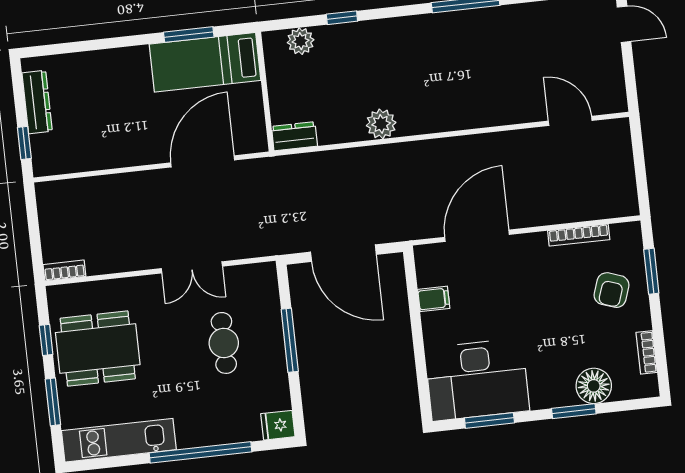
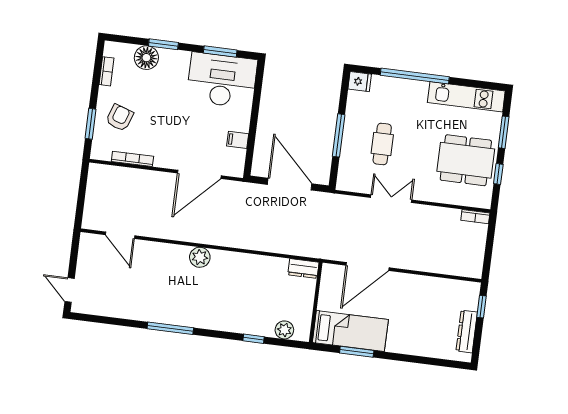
plant: (381, 124) -> (200, 257), moved

